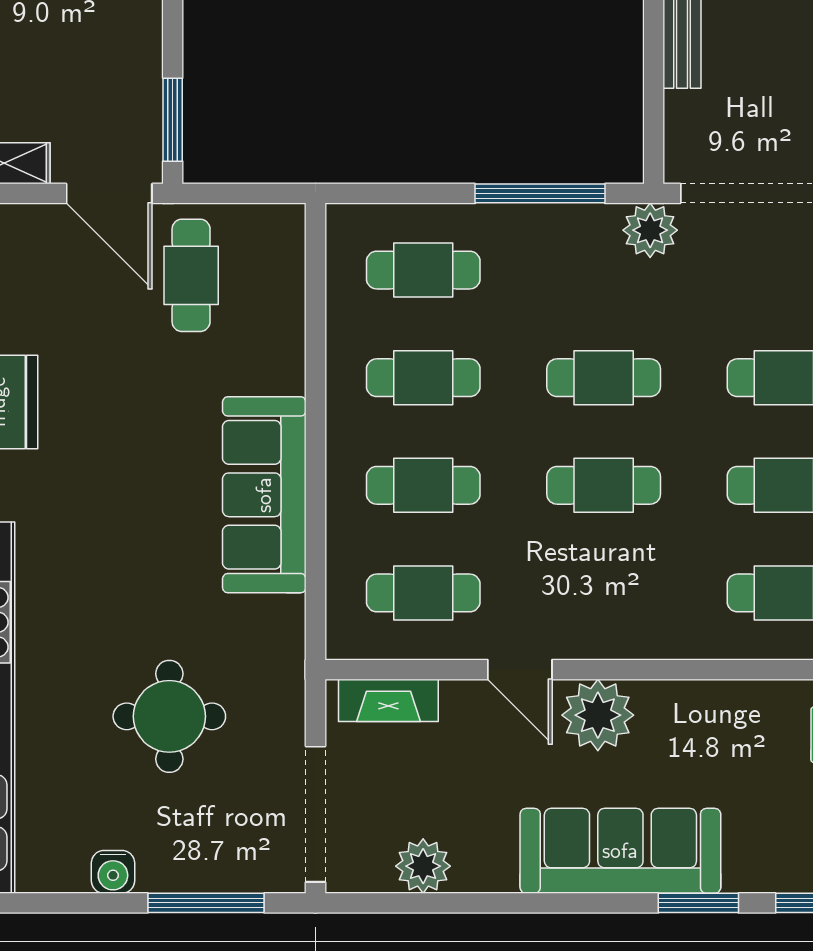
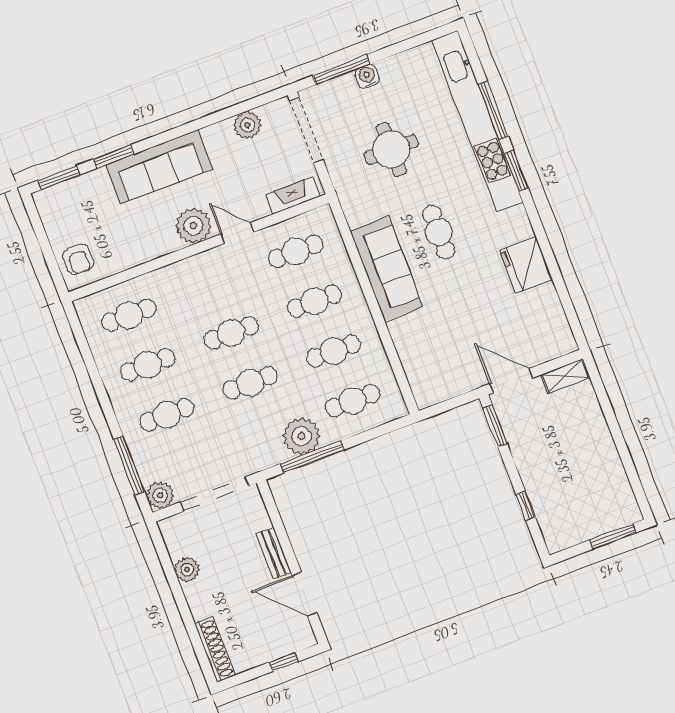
plant: (650, 230) -> (301, 436), moved, width x1.36, depth x1.36
cafe table: (191, 275) -> (439, 232), moved
water cooler: (113, 872) -> (367, 76), moved

